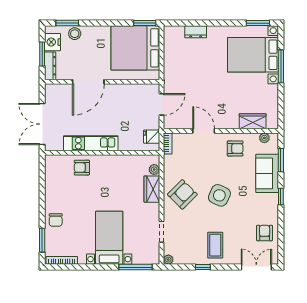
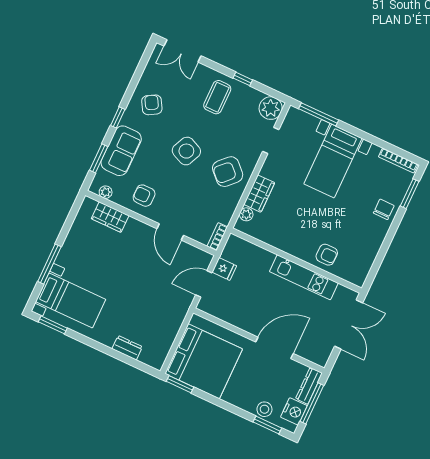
window: (42, 54) -> (312, 403), width x1.44
bed with nightstands: (253, 55) -> (71, 300), width x0.73
fridge: (152, 137) -> (224, 269), moved
armchair: (265, 233) -> (152, 105), moved, turned 150
plant: (168, 260) -> (271, 108), width x1.87, depth x1.87

